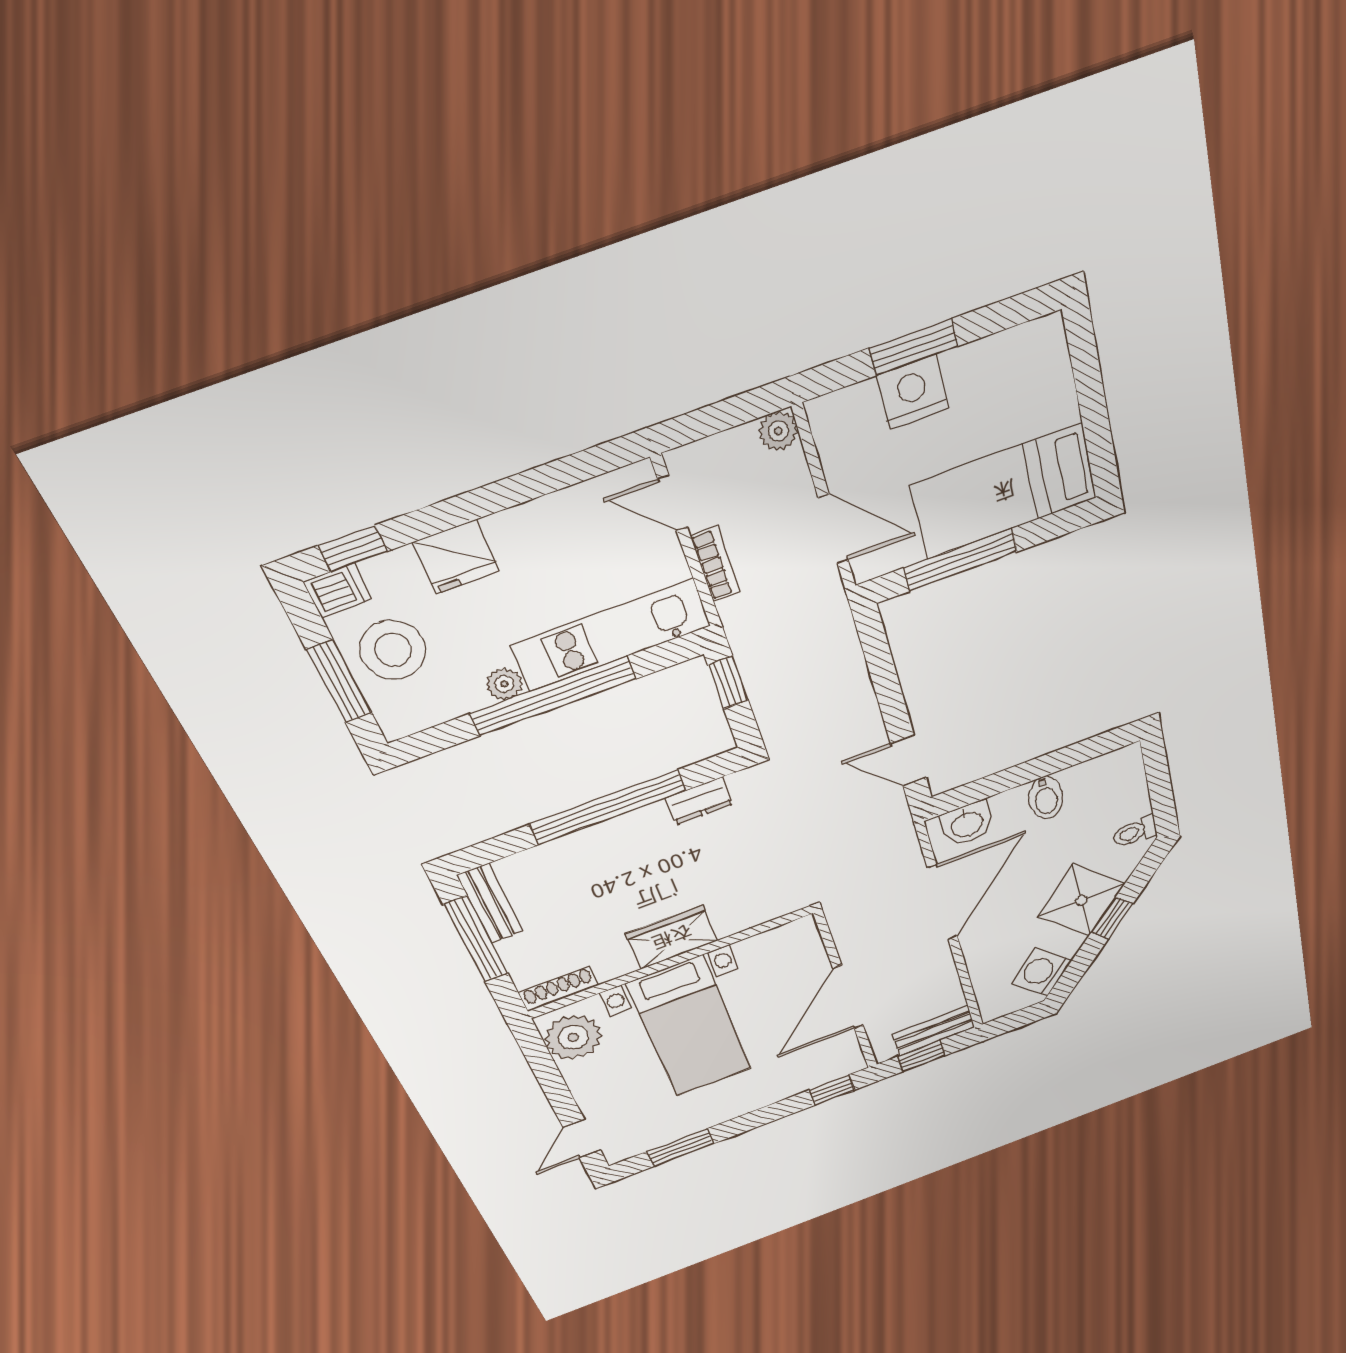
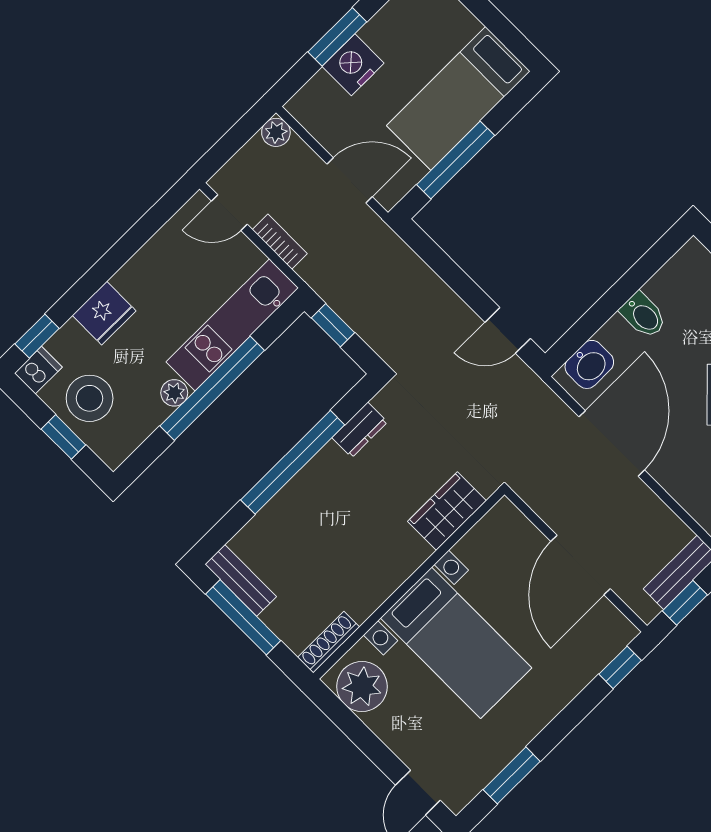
window: (339, 682) -> (63, 437), width x0.67
wardrobe: (672, 937) -> (447, 511), moved

